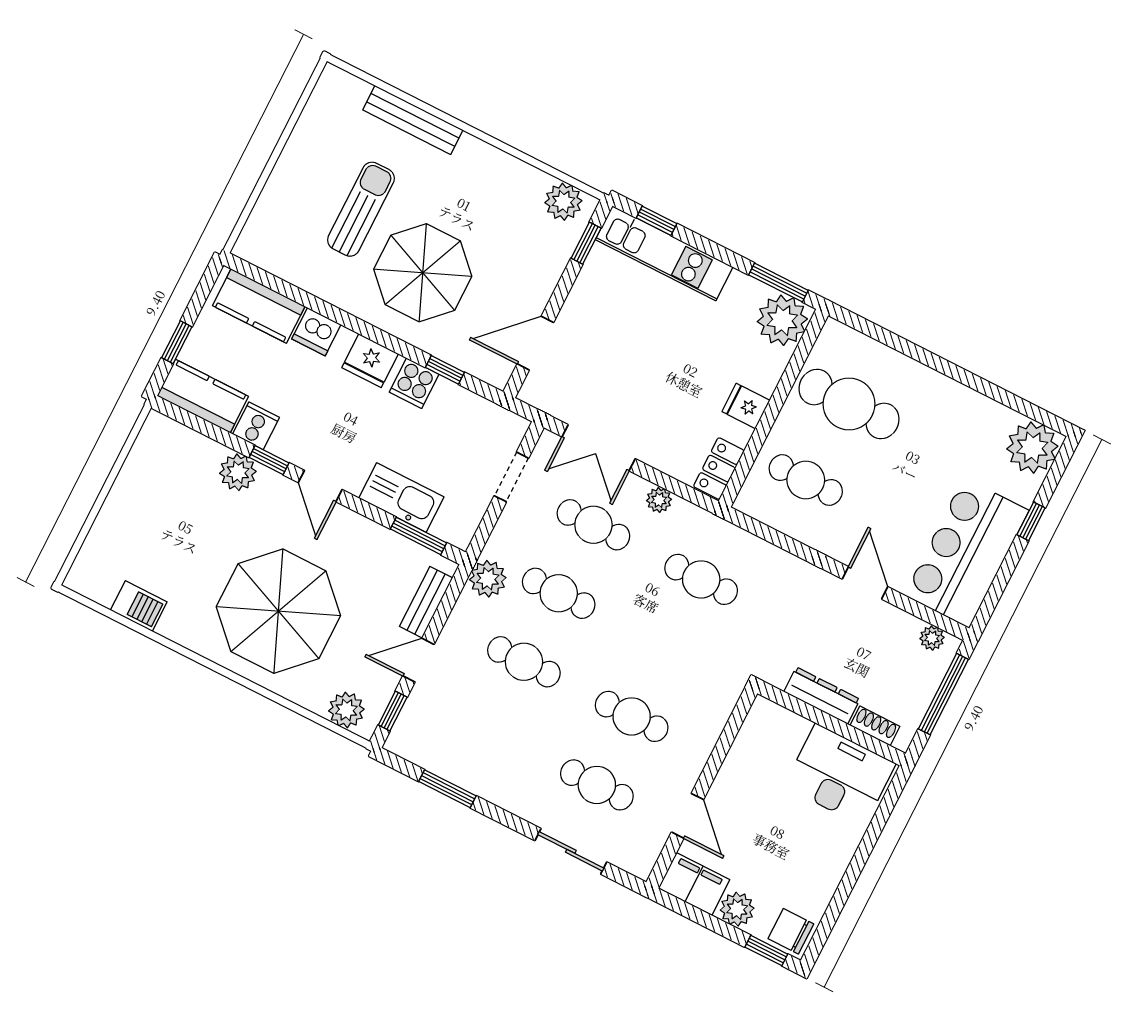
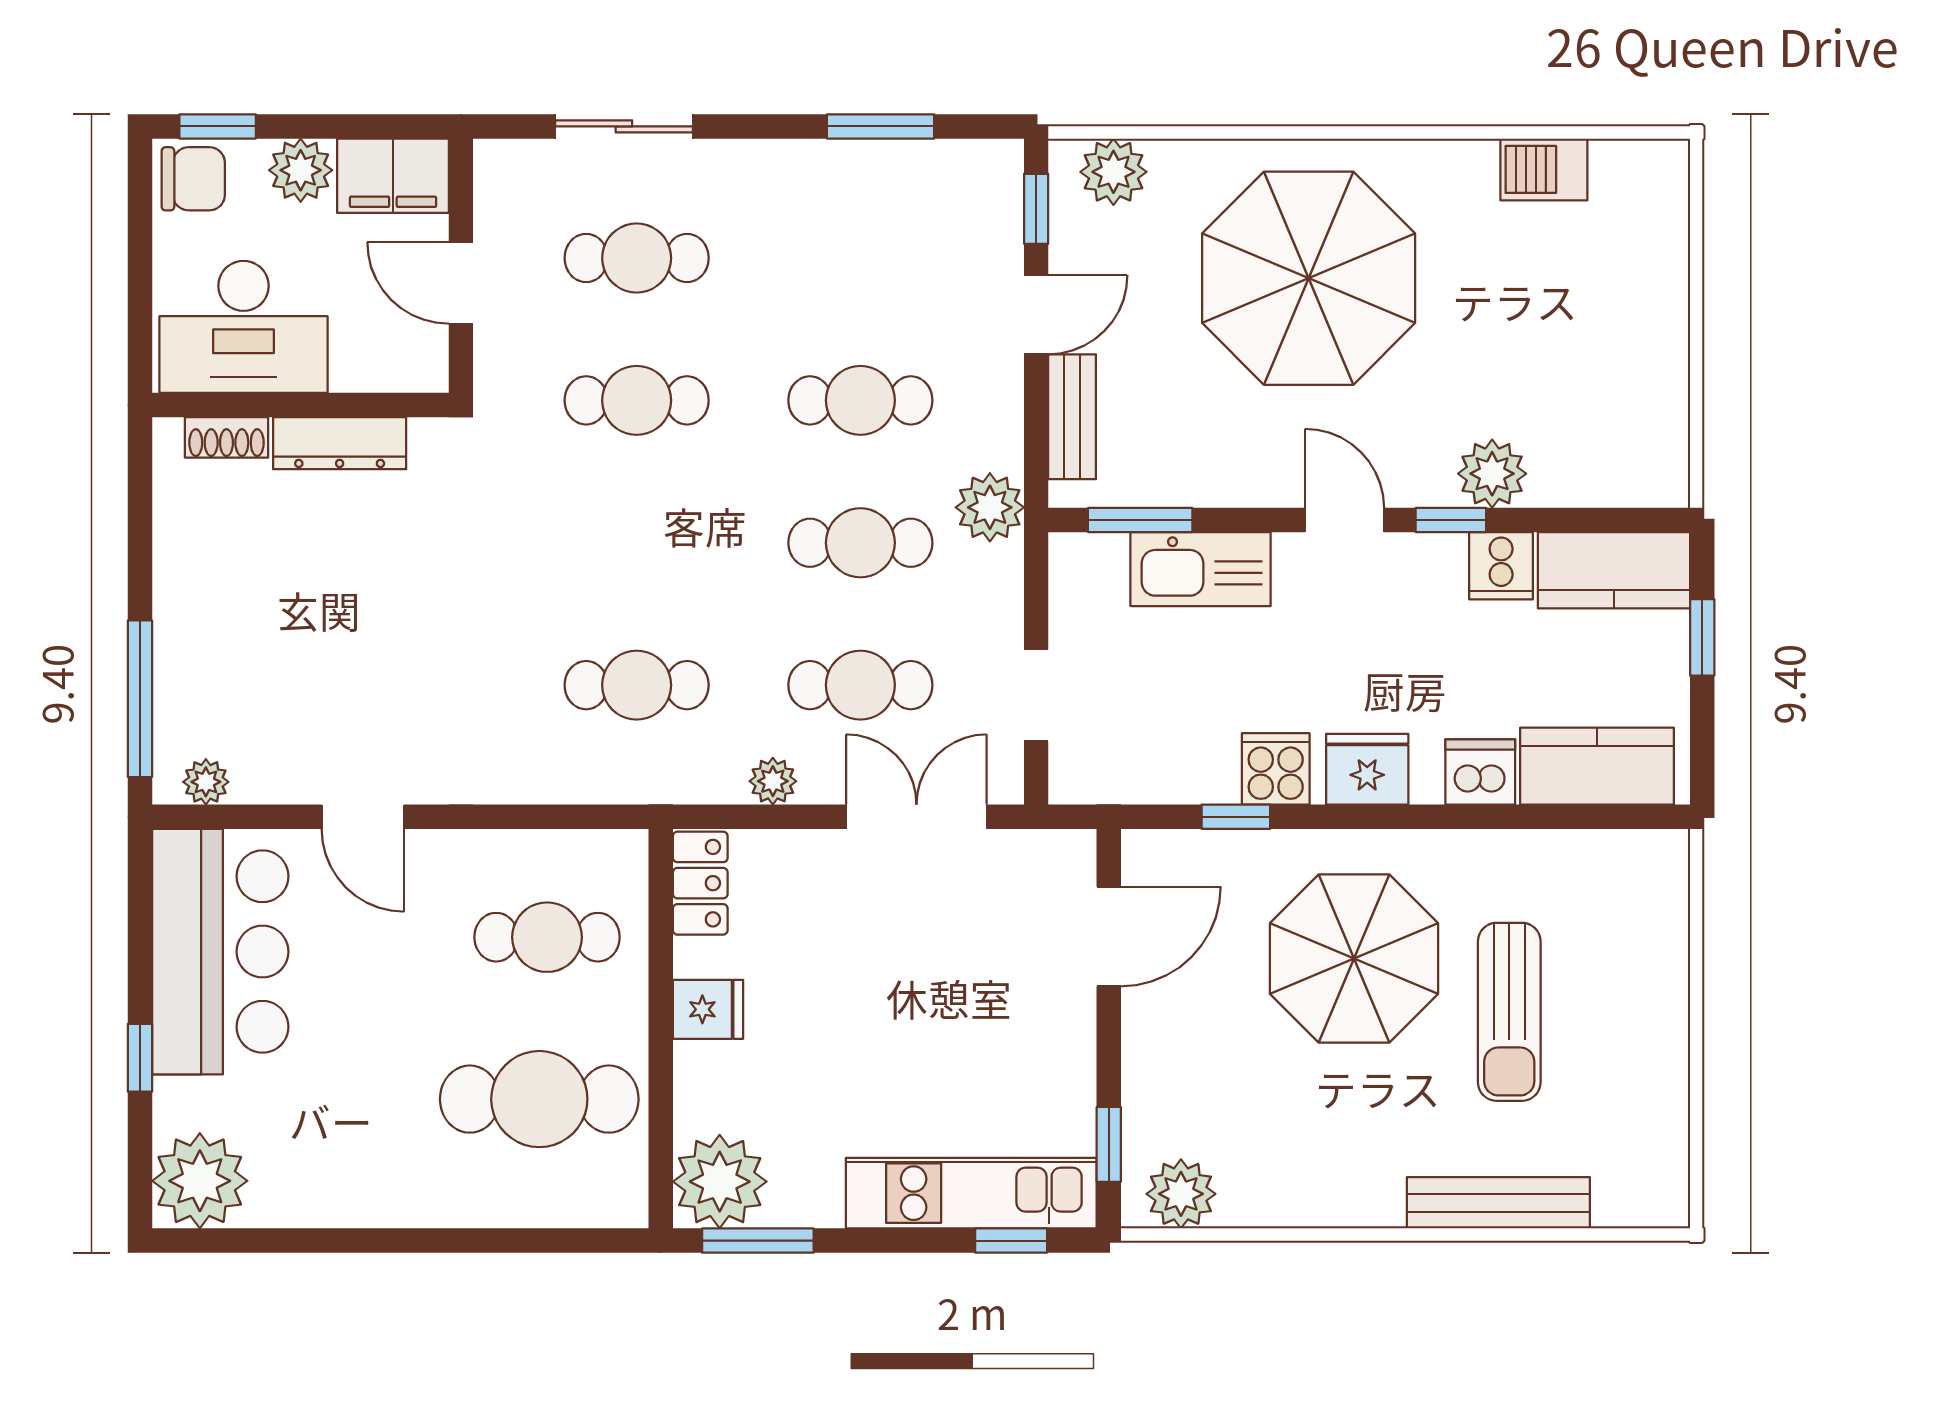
dresser: (822, 696) -> (340, 443), moved
wall: (831, 723) -> (300, 405), moved
shoe rack: (875, 726) -> (226, 437), moved
desk: (840, 775) -> (243, 327), moved

